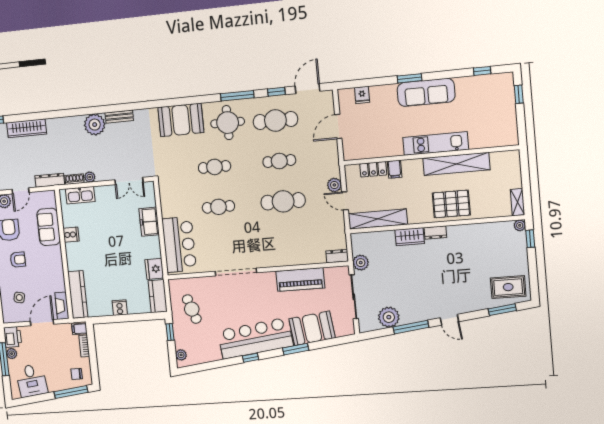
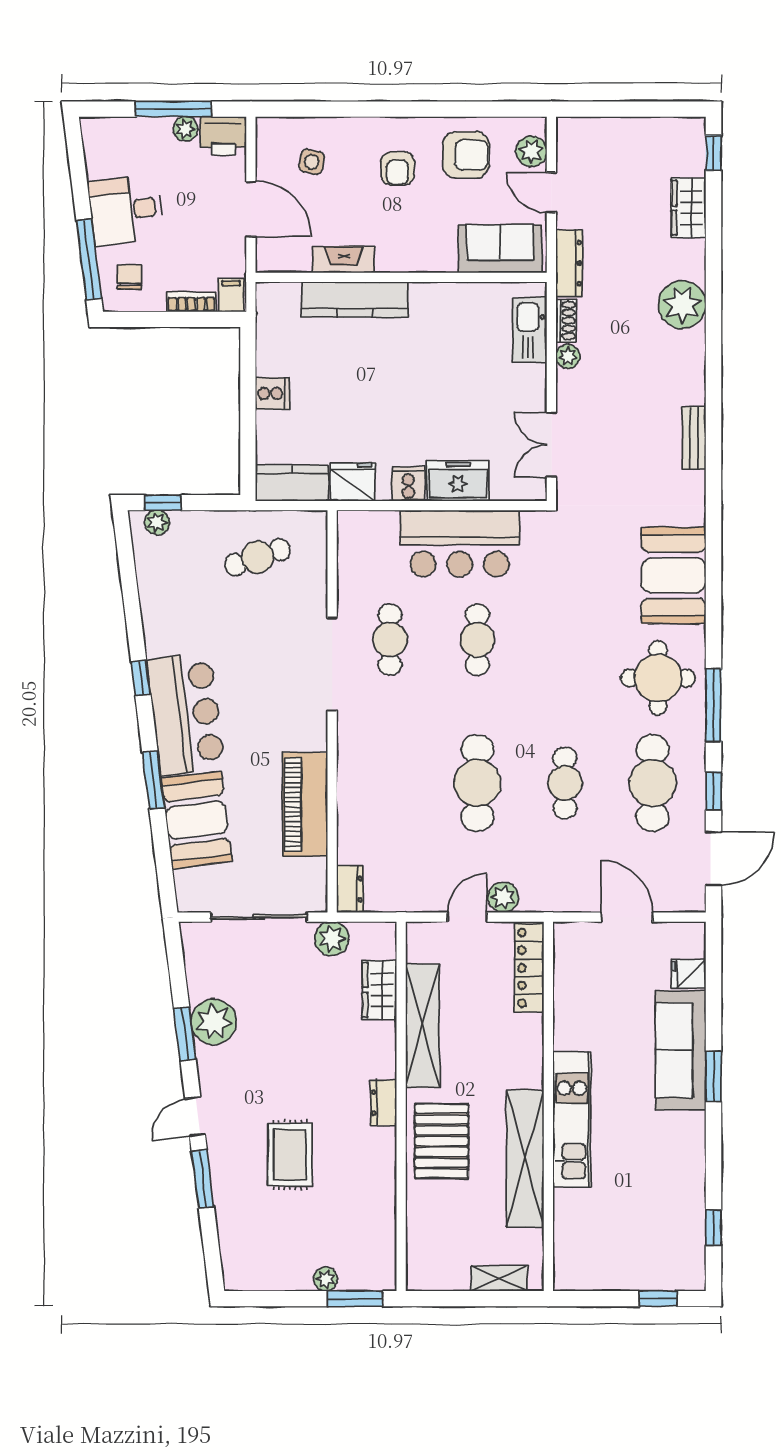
door: (307, 89) -> (713, 858), hinge flipped
sofa: (426, 92) -> (681, 1050), moved
plant: (95, 125) -> (682, 305), moved
wardrobe: (27, 128) -> (689, 208), width x0.67
cafe table: (215, 167) -> (390, 640), moved
locker: (373, 169) -> (529, 968), width x1.53
filing cabinet: (395, 169) -> (525, 1028), removed
shelving: (517, 202) -> (499, 1278), moved
shelving: (378, 219) -> (423, 1026), moved
plant: (520, 225) -> (326, 1279), moved
sofa: (49, 227) -> (500, 249), moved
cooker: (71, 235) -> (408, 484), moved, turned 180
wardrobe: (410, 237) -> (379, 990), moved
window: (530, 239) -> (355, 1299), width x1.50
bar counter: (179, 245) -> (460, 543), moved
rug: (508, 287) -> (290, 1155), moved
kitchen counter: (78, 294) -> (355, 300), moved
fireplace: (62, 306) -> (344, 260), moved
window: (502, 310) -> (203, 1179), moved
plant: (389, 317) -> (214, 1022), moved
window: (411, 327) -> (185, 1034), width x0.69
window: (170, 332) -> (163, 503), moved
bar counter: (255, 338) -> (186, 714), width x0.73
desk: (31, 381) -> (126, 210), moved

